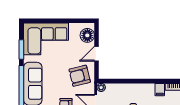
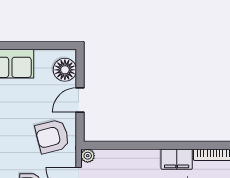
filing cabinet: (160, 90) -> (177, 159), width x2.00

